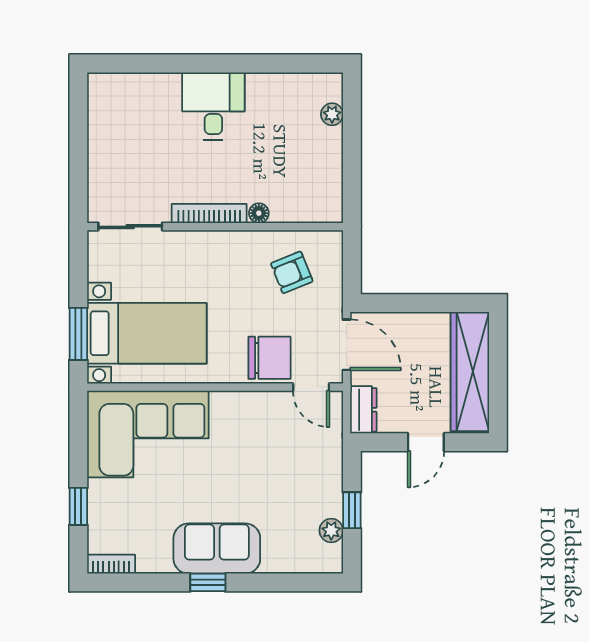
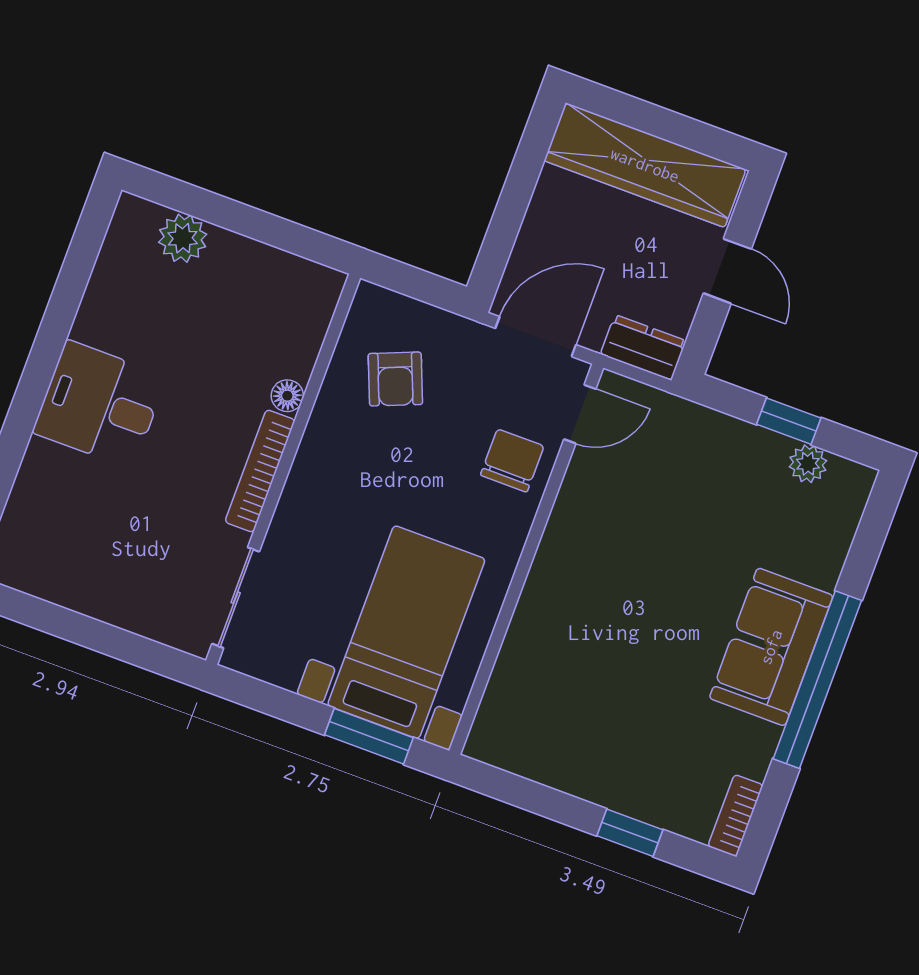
plant: (332, 114) -> (183, 238), width x1.38, depth x1.38
chair: (269, 358) -> (512, 461), width x0.73, depth x0.73
corner sofa: (148, 434) -> (559, 687), removed
window: (208, 582) -> (817, 680), width x3.17

